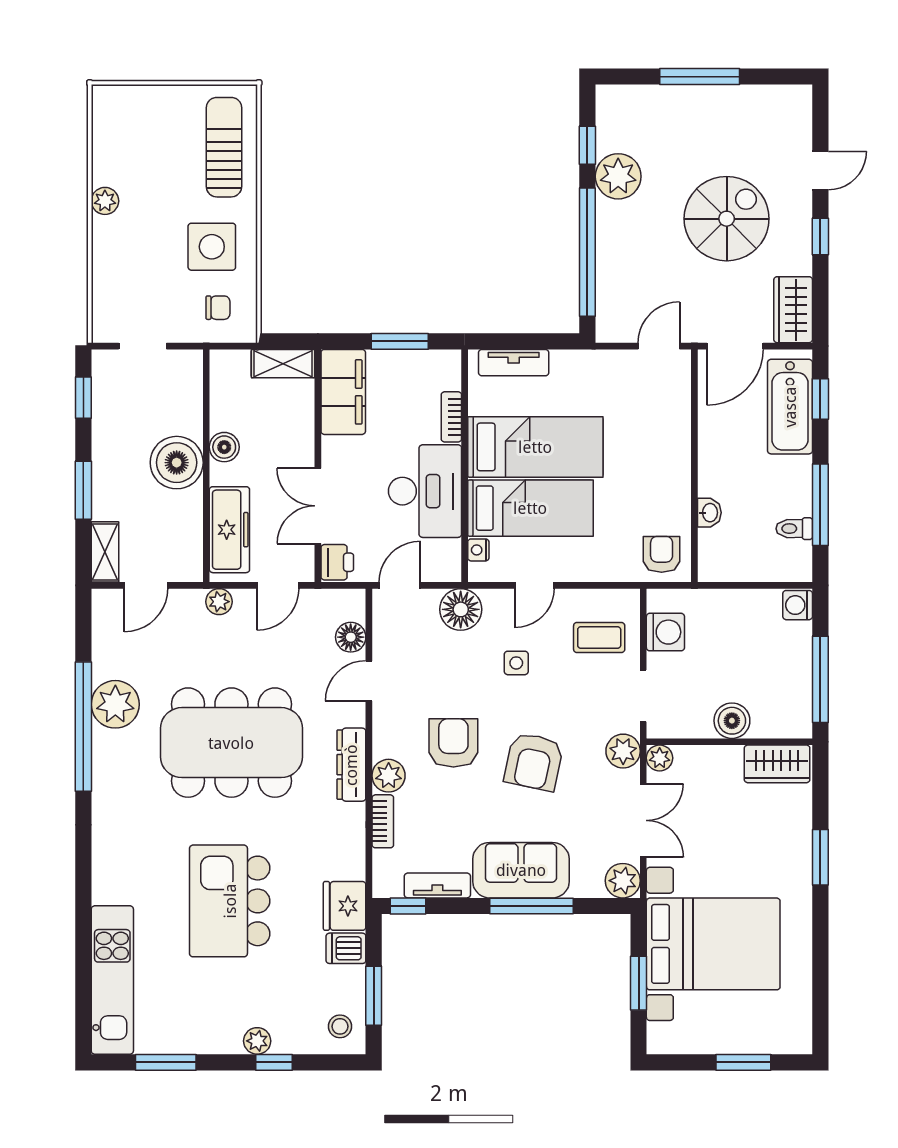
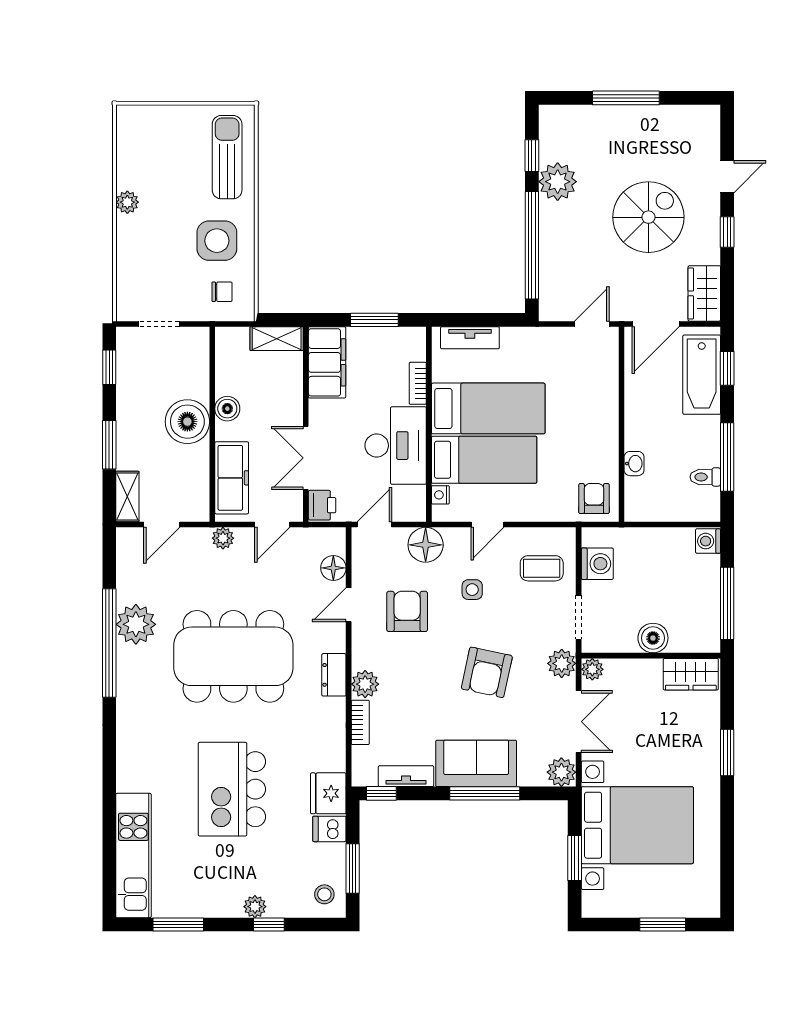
armchair: (453, 743) -> (407, 611), moved
dresser: (351, 765) -> (334, 675), width x0.70

